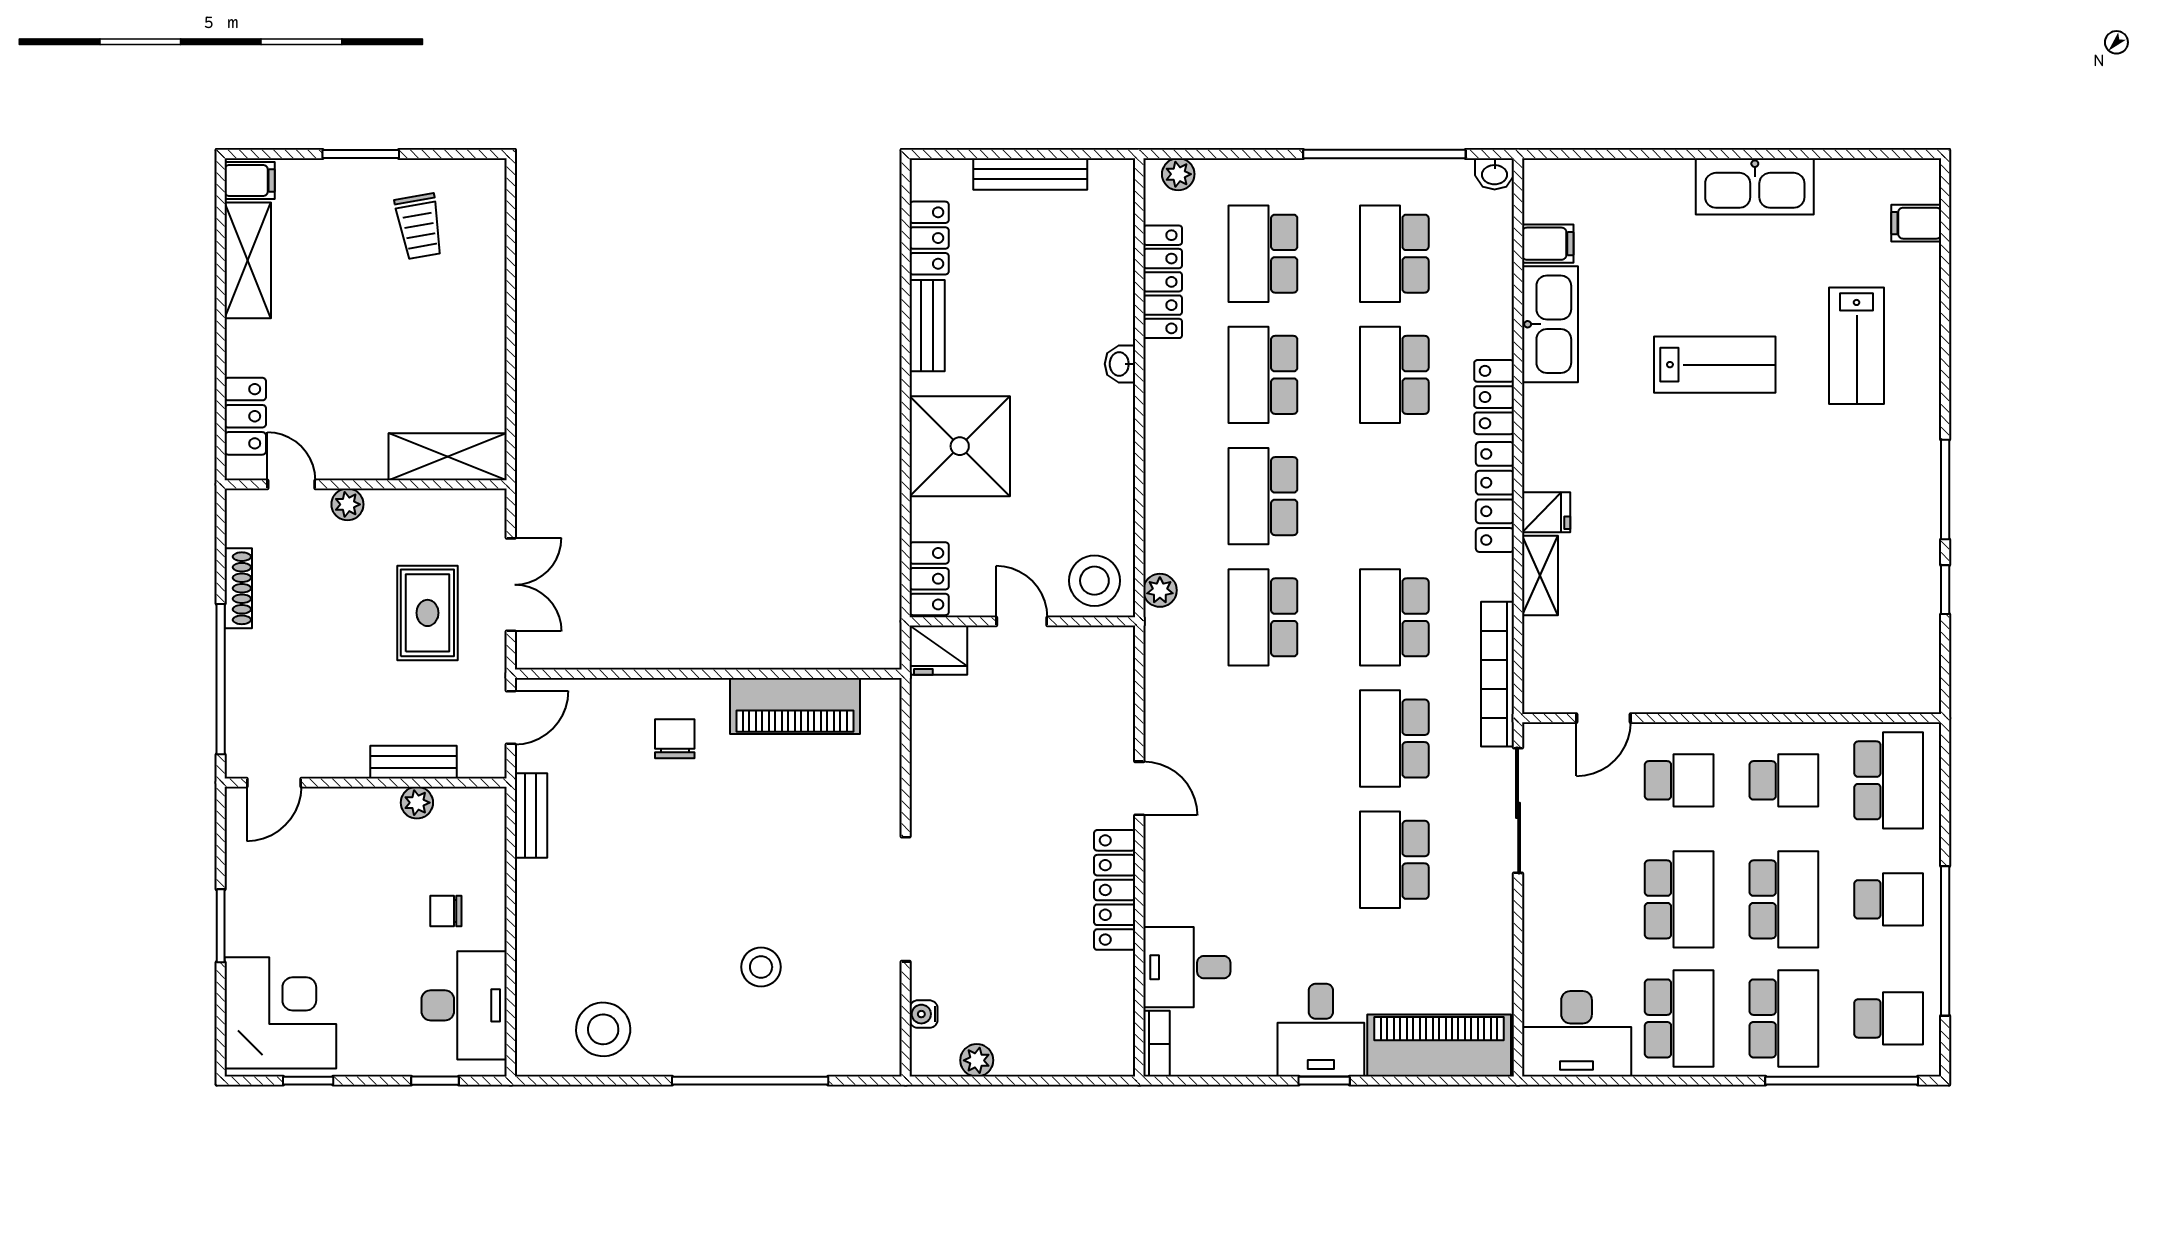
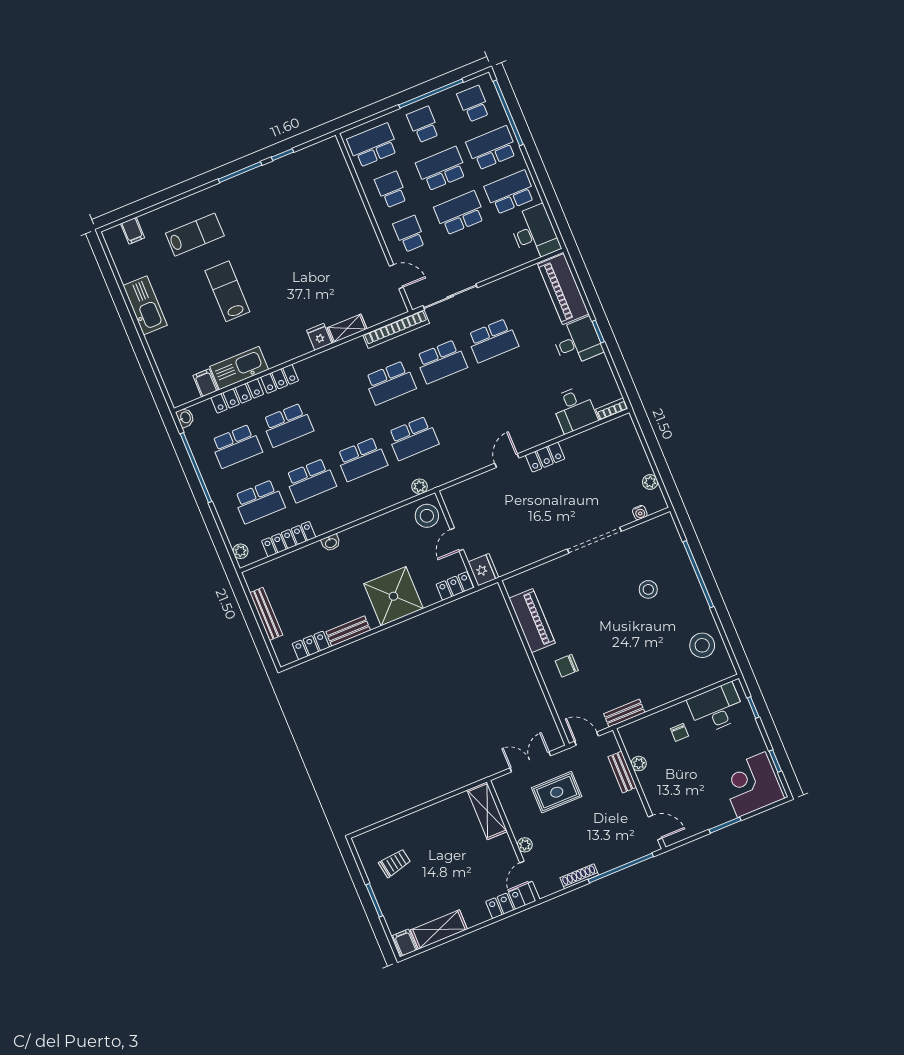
locker: (1495, 497) -> (237, 396), moved
locker: (1115, 890) -> (545, 457), width x0.66

